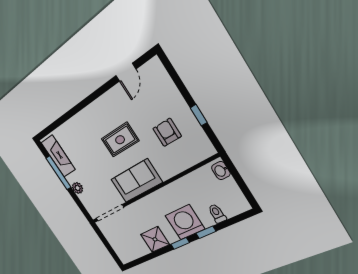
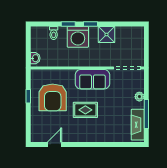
armchair: (167, 132) -> (53, 97), width x1.88, depth x1.88

